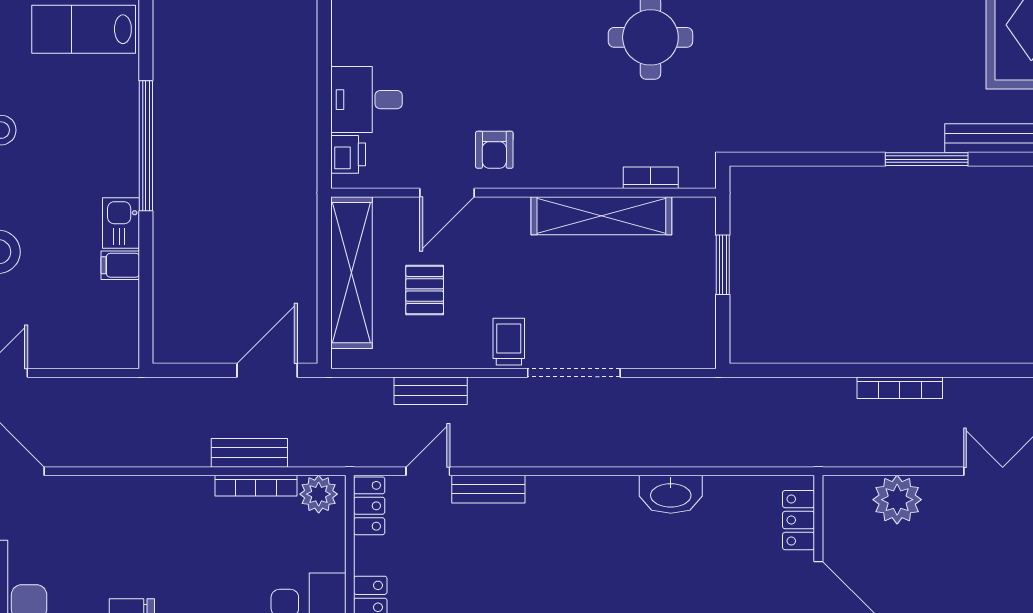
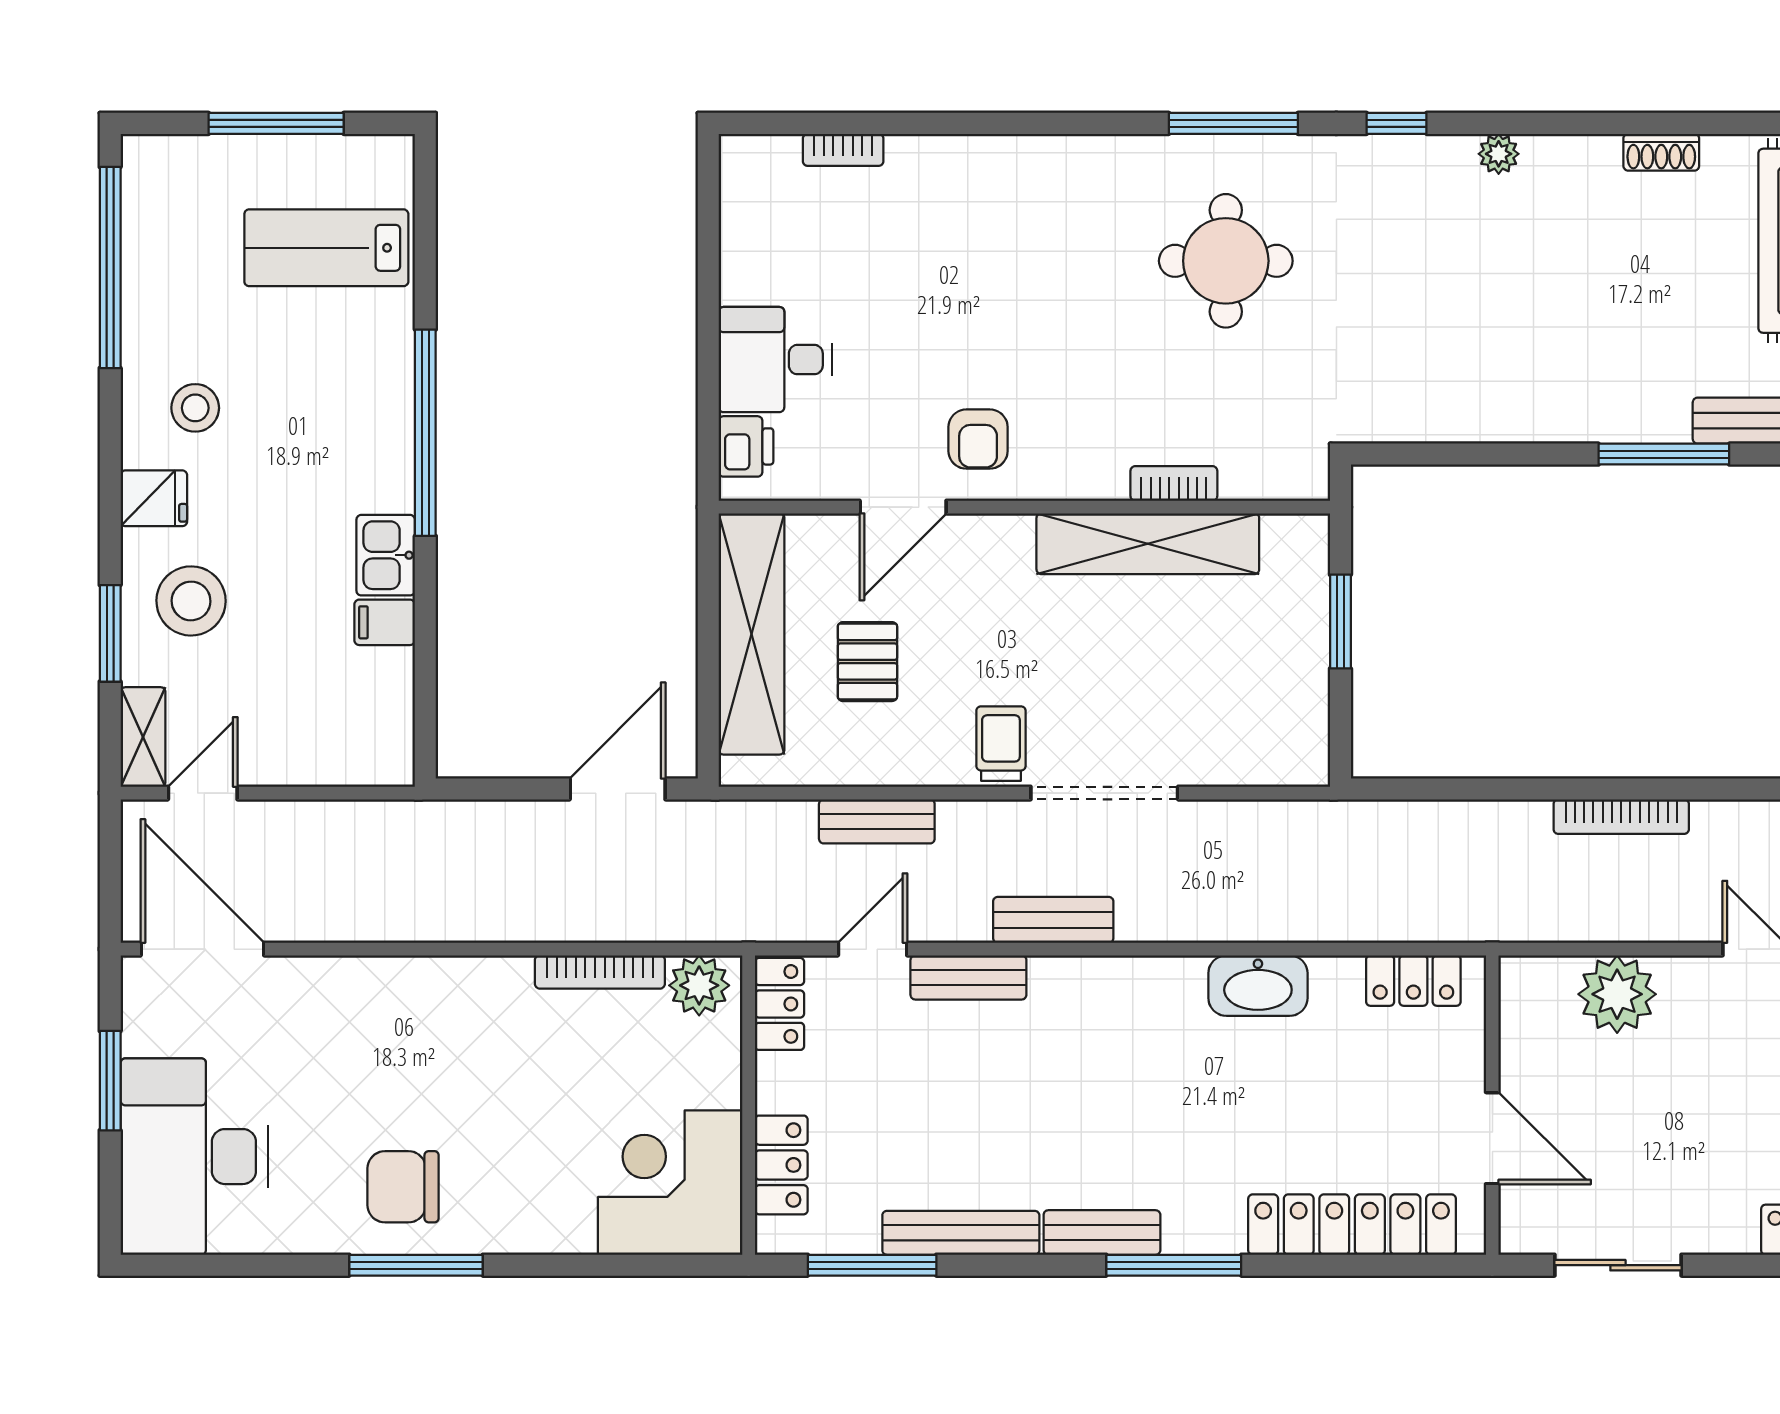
bookcase: (651, 178) -> (1174, 483), moved
bench: (249, 453) -> (1053, 920), moved
locker: (799, 520) -> (1413, 981), moved, turned -90

